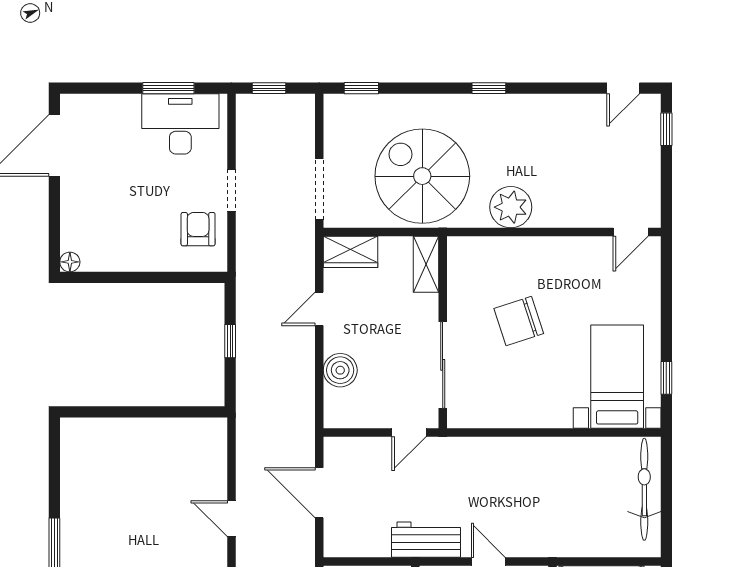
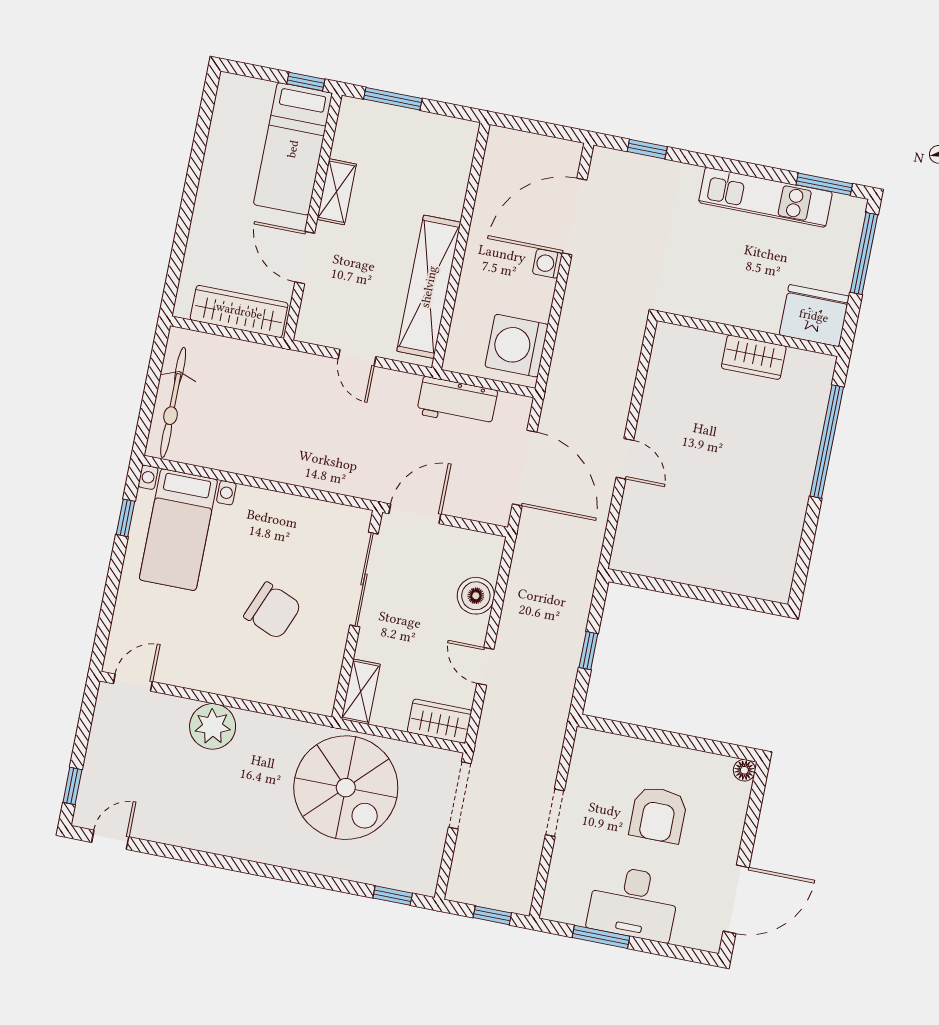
window: (489, 88) -> (255, 868), removed
desk: (180, 124) -> (633, 903), moved
plant: (511, 207) -> (213, 726), moved
armchair: (198, 229) -> (658, 815), moved, width x1.38, depth x1.38
door: (319, 309) -> (485, 666), swing flipped
chair: (519, 321) -> (273, 611), turned 40
door: (409, 432) -> (415, 514), width x1.38
door: (319, 493) -> (525, 468), width x1.36
workbench: (426, 540) -> (457, 402), moved

